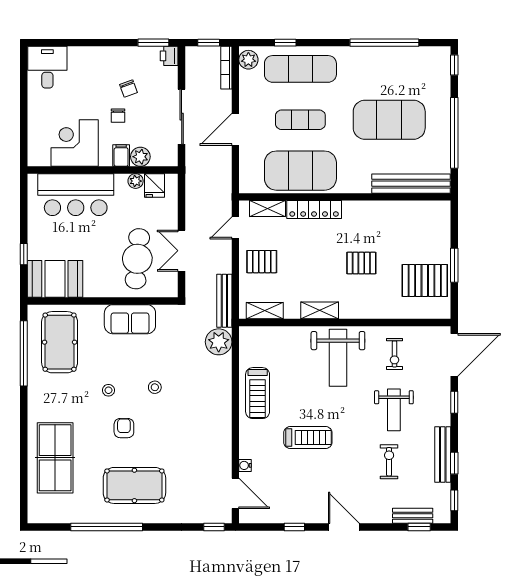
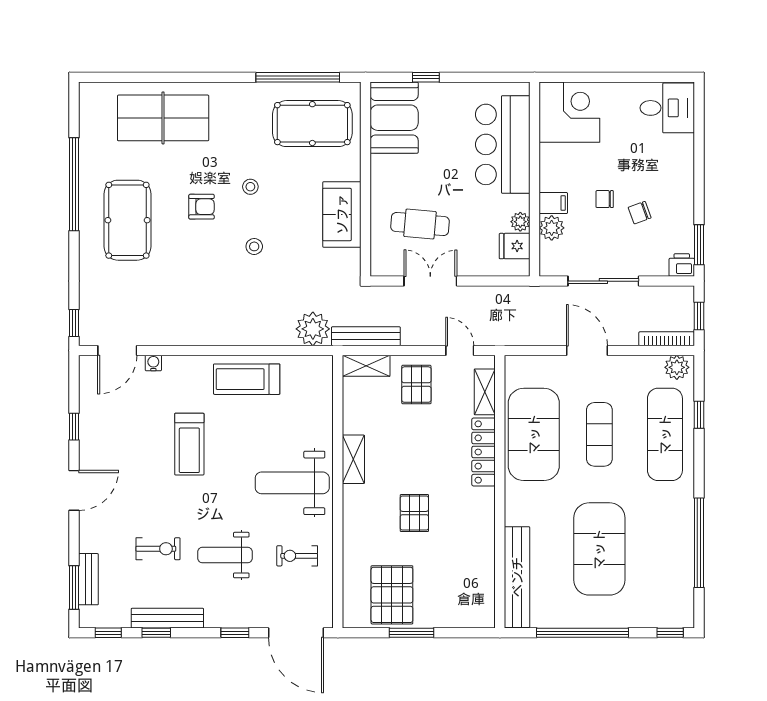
corner desk: (75, 143) -> (569, 112), moved
cafe table: (137, 259) -> (420, 224), width x0.73, depth x0.74
shelving: (265, 311) -> (366, 366), moved, turned 90
window: (419, 527) -> (74, 588), width x1.50

